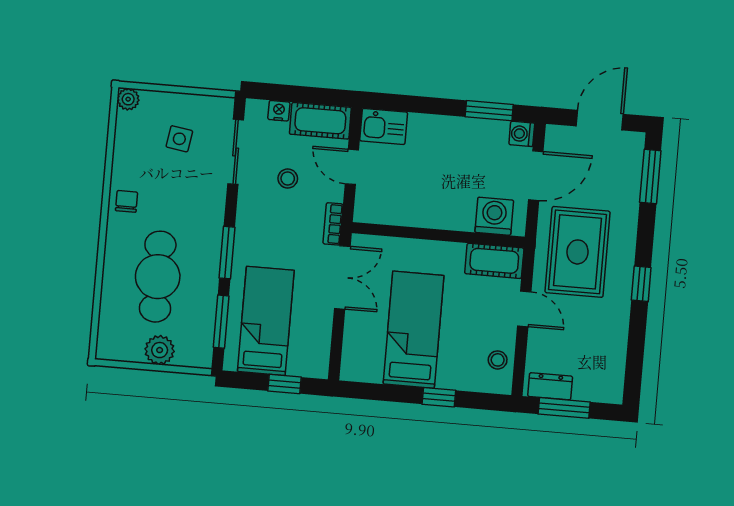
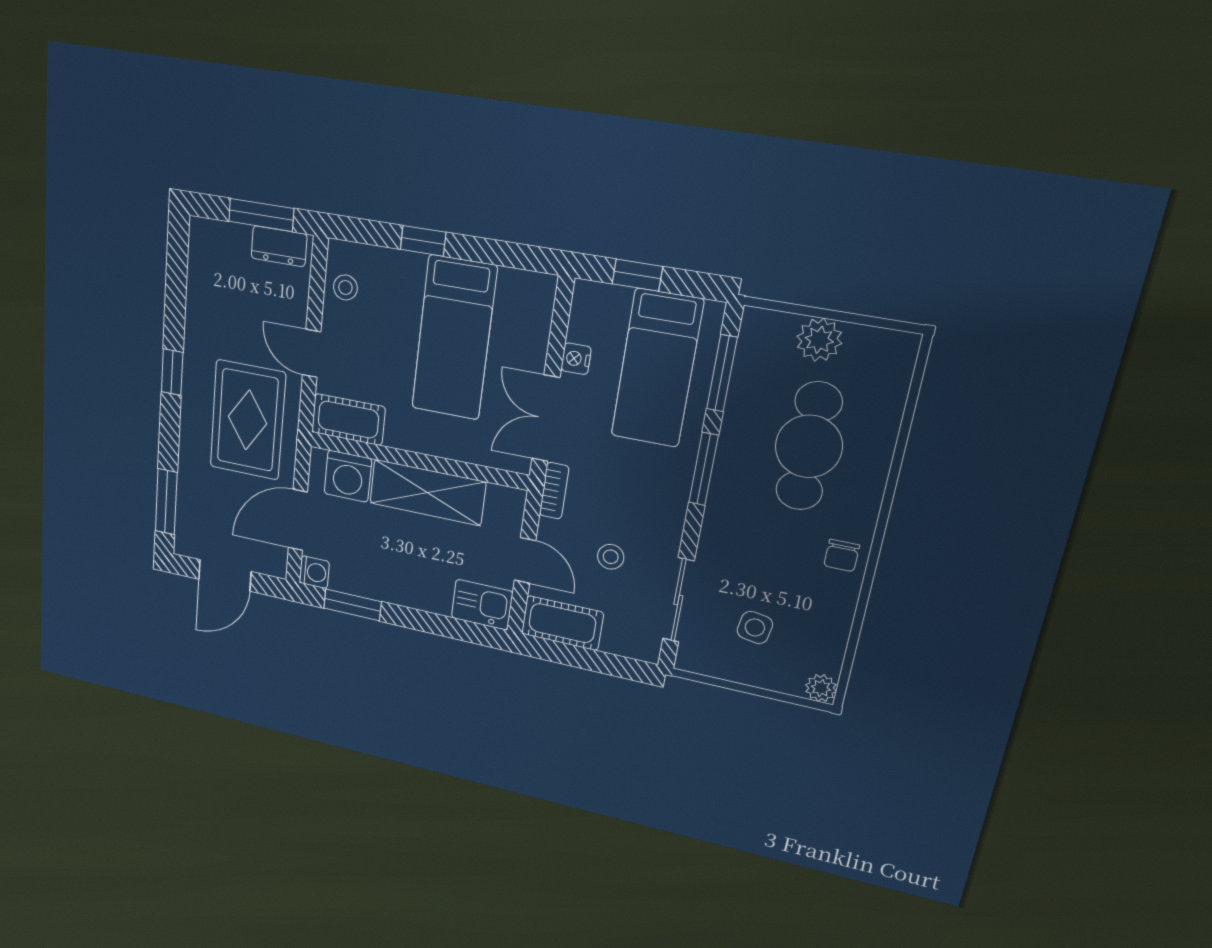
nightstand: (279, 111) -> (576, 359), moved, turned 90
shelving: (430, 211) -> (427, 493), added

